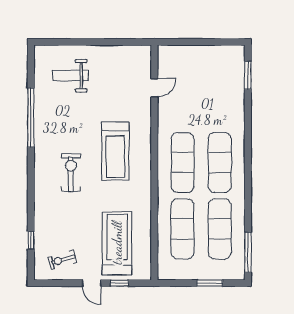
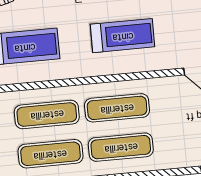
treadmill: (115, 151) -> (123, 36), turned 180

